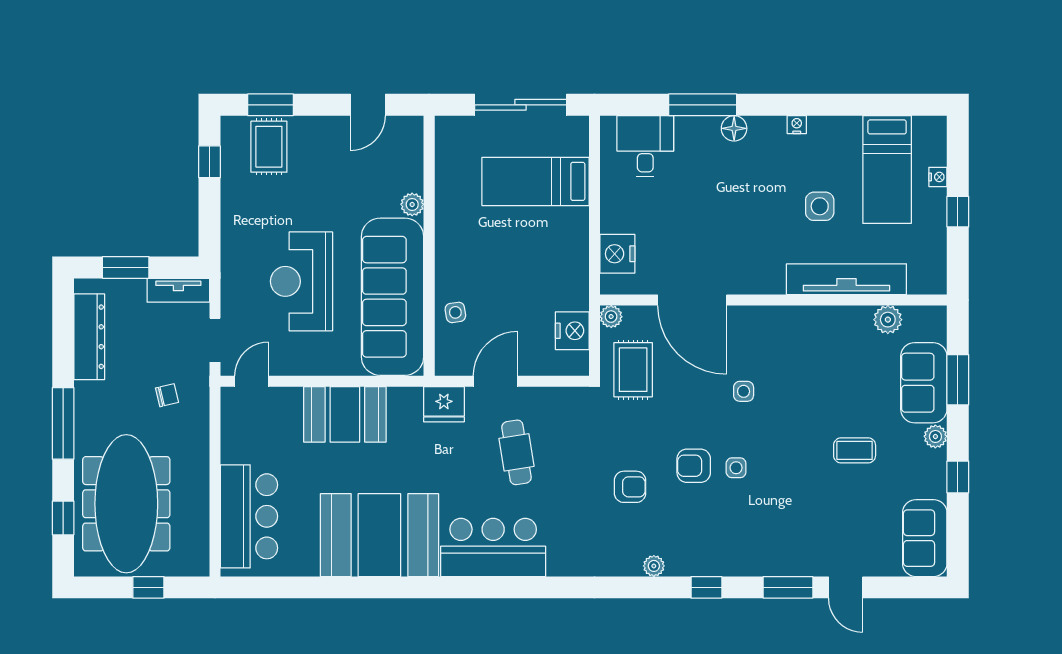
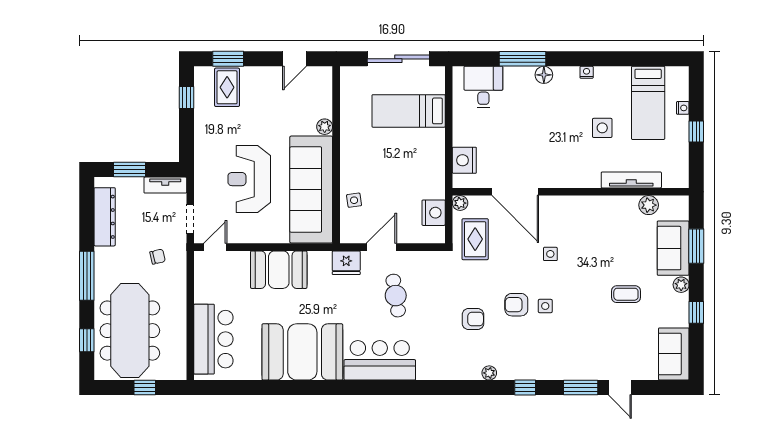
tv unit: (846, 279) -> (631, 180), width x0.73, depth x0.78

